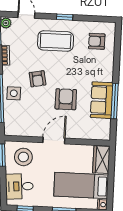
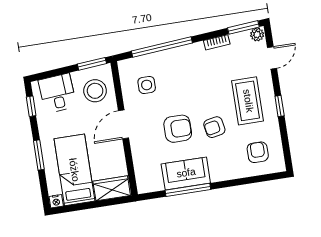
armchair: (38, 79) -> (214, 127), moved
side table: (14, 93) -> (147, 85), moved
door: (54, 140) -> (123, 124), swing flipped

